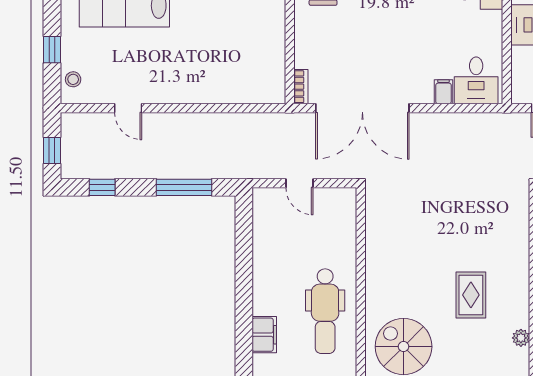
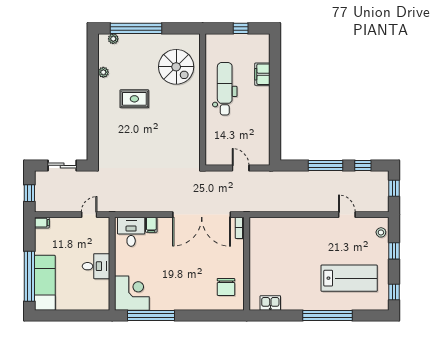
double door: (362, 108) -> (202, 215), swing flipped
window: (184, 187) -> (325, 165), moved
rug: (471, 295) -> (134, 99), turned 90

